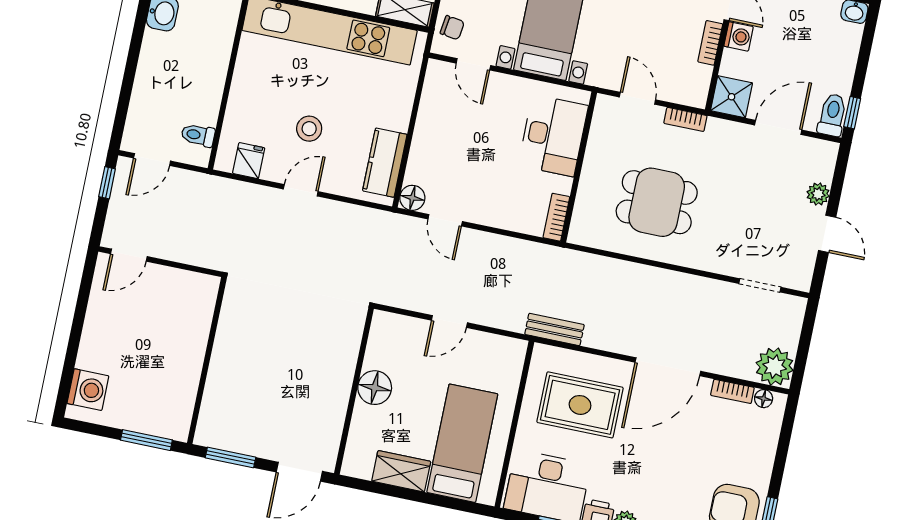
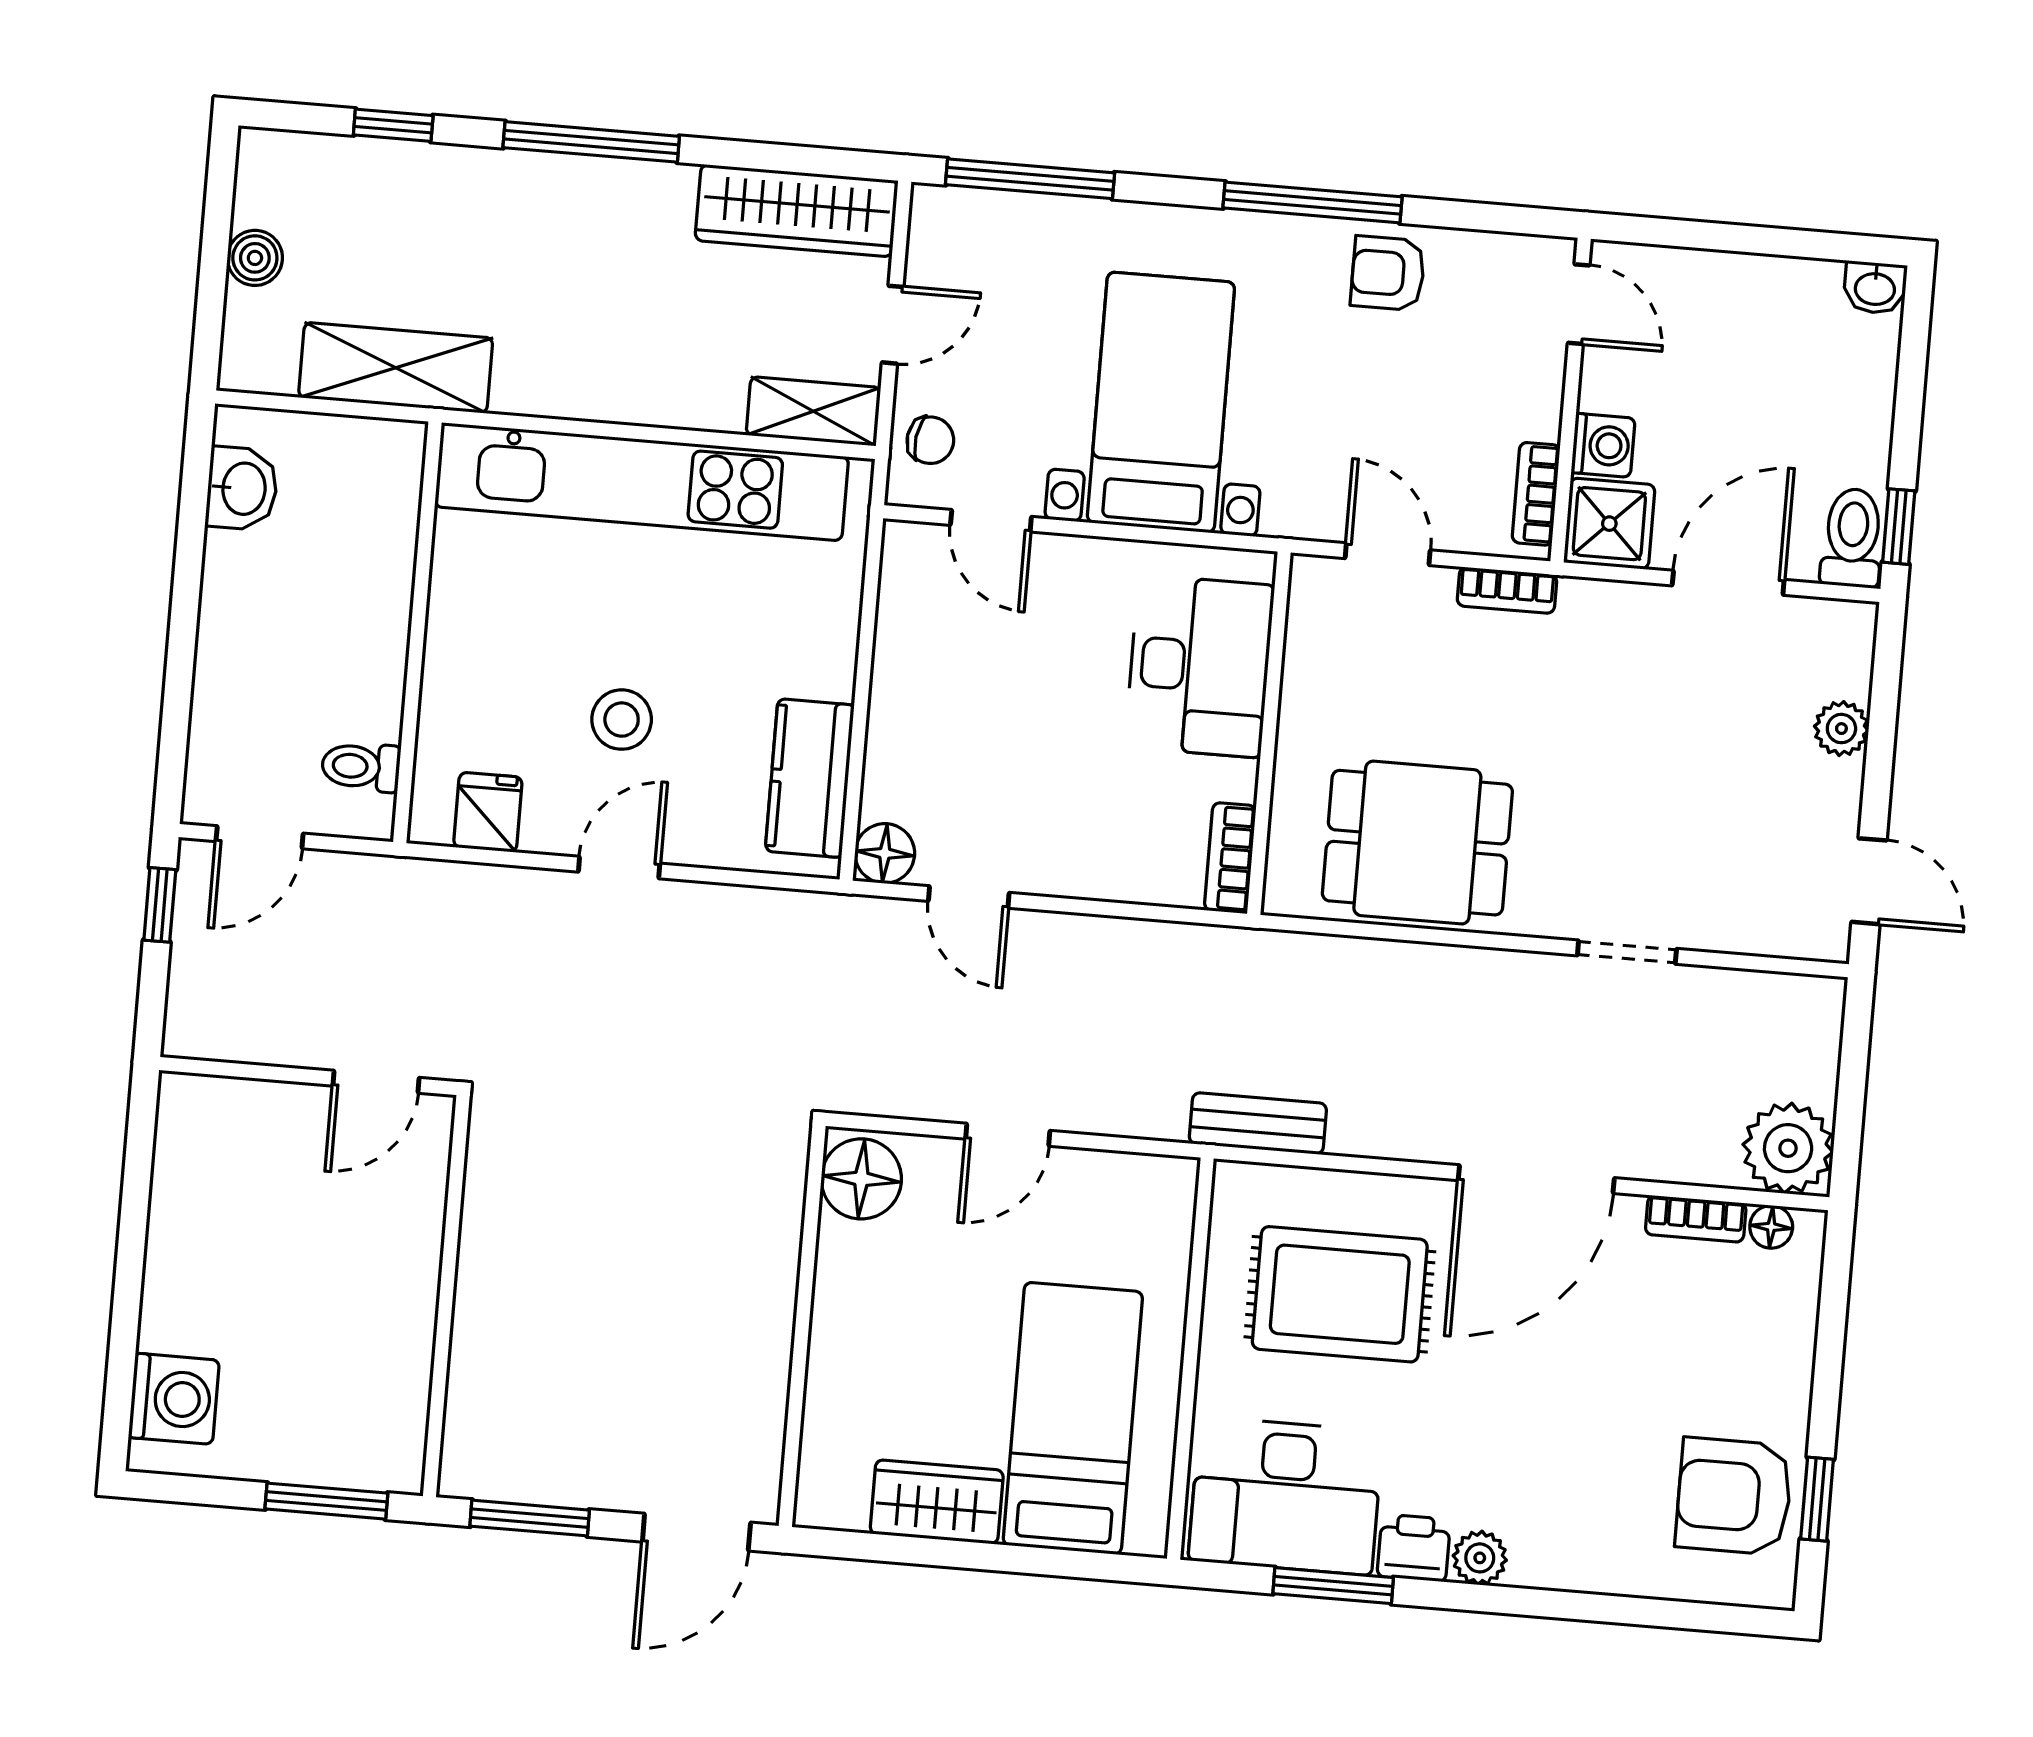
washing machine: (739, 36) -> (1603, 445), moved
bookcase: (710, 43) -> (1536, 494), moved
dining table: (657, 202) -> (1417, 843), moved
door: (827, 234) -> (1869, 881), moved
door: (129, 255) -> (376, 1082), moved
doorway: (760, 285) -> (1627, 952), moved
floor lamp: (375, 388) -> (861, 1179), moved

